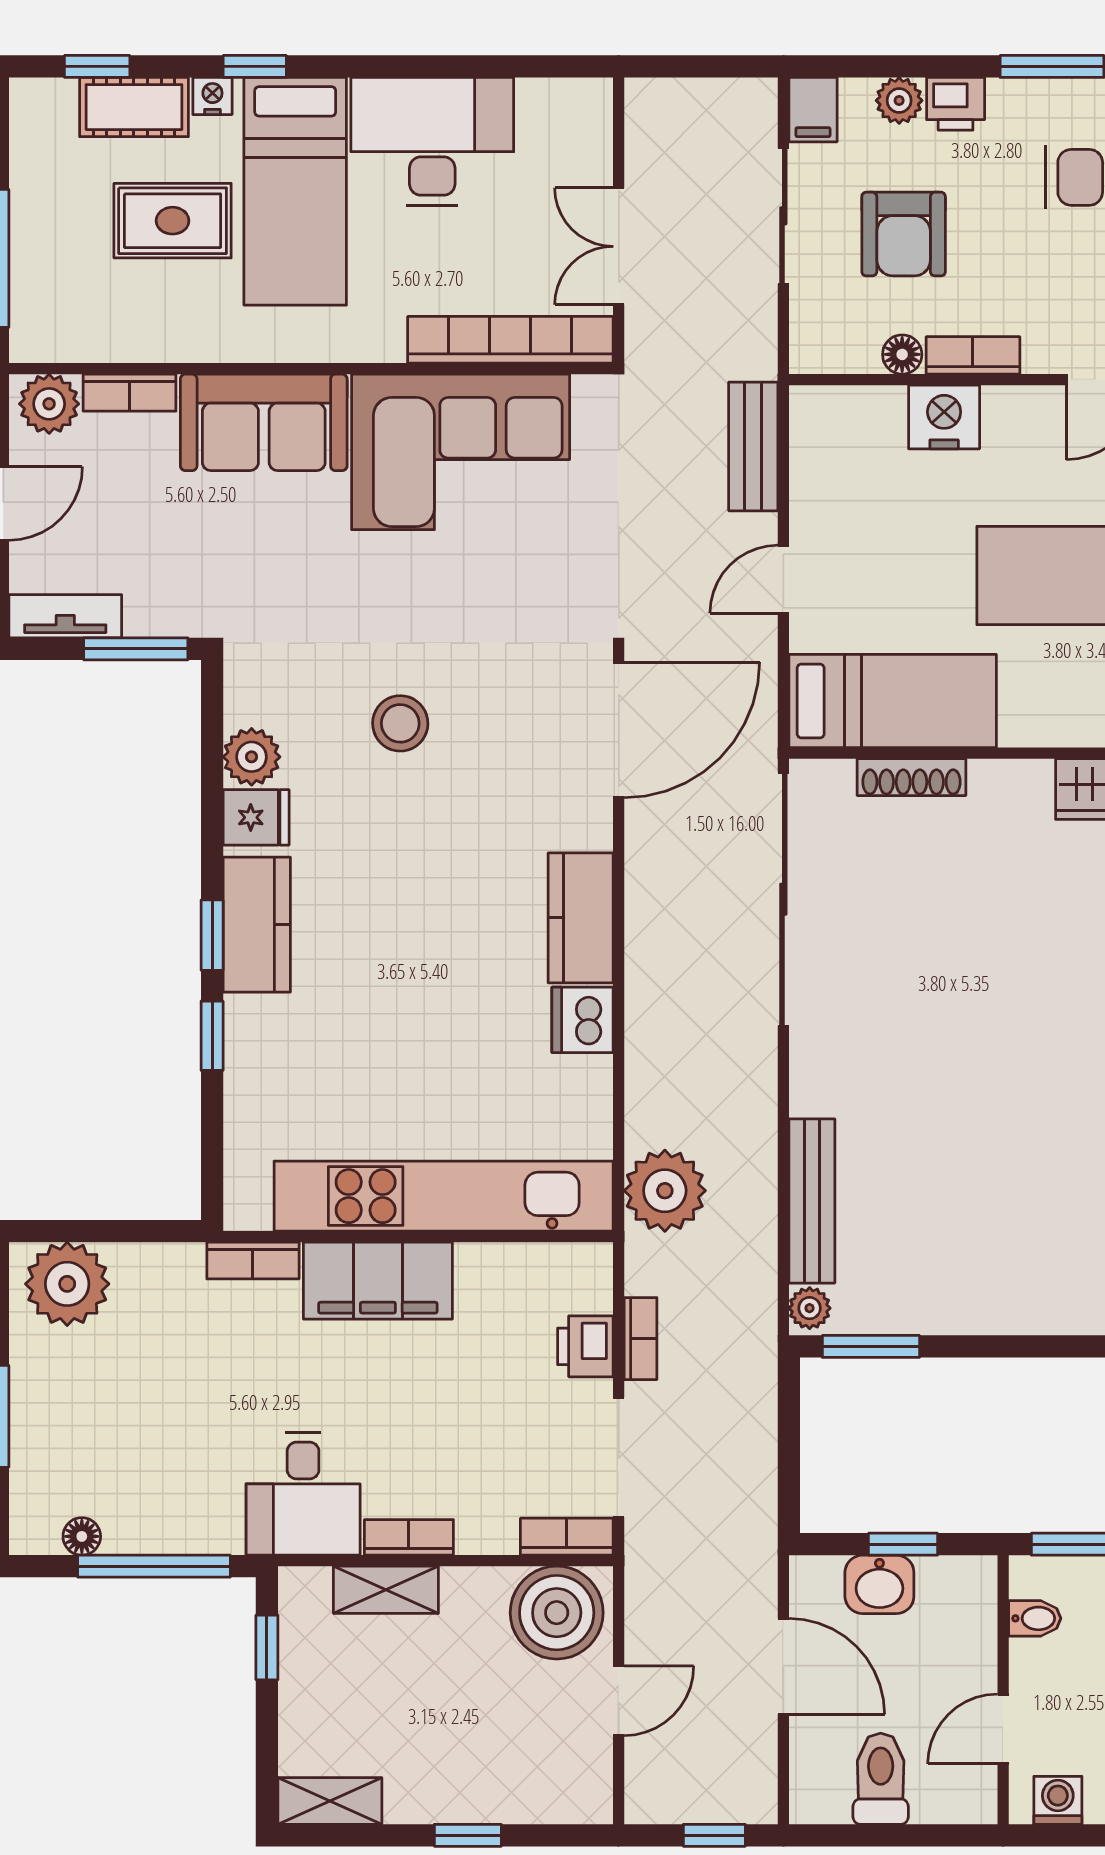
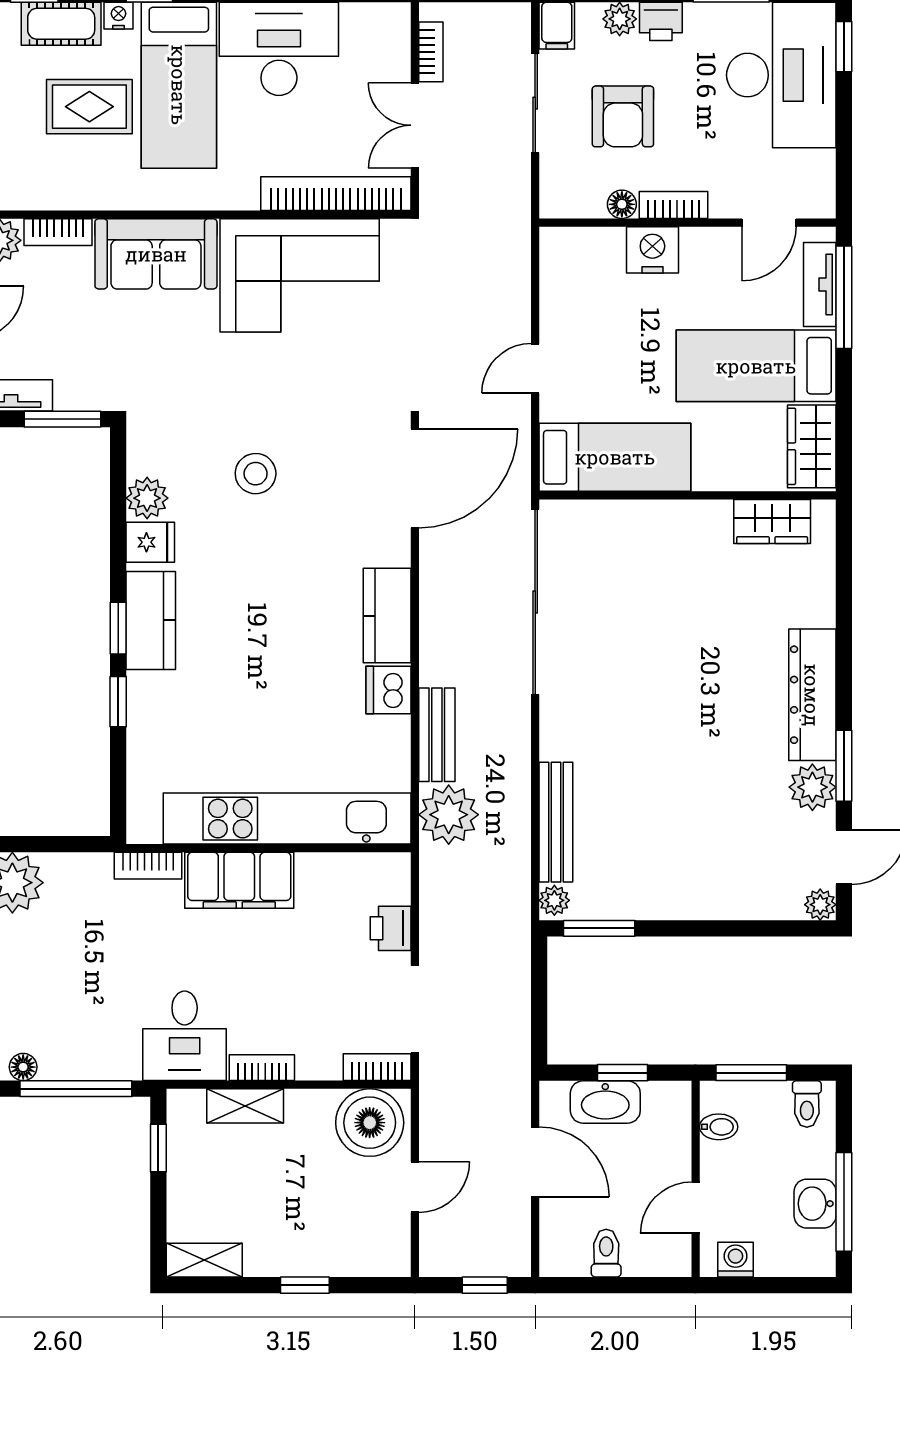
bench: (753, 446) -> (437, 735), moved
shoe rack: (912, 777) -> (629, 513), removed
bookcase: (640, 1339) -> (431, 52), moved
washbasin: (879, 1584) -> (605, 1102), width x1.38
toilet: (881, 1779) -> (606, 1253), width x0.73, depth x0.72

